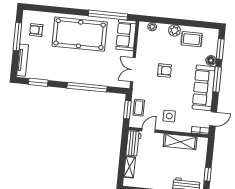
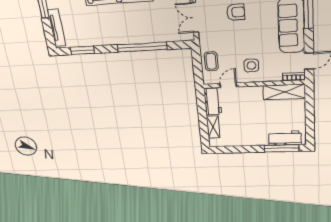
window: (127, 110) -> (197, 66), removed
shelving: (180, 142) -> (284, 92), moved
window: (208, 174) -> (310, 124), removed

